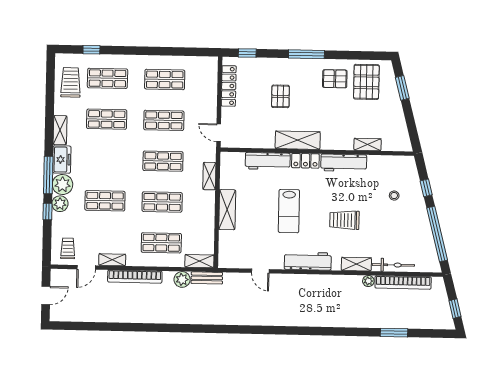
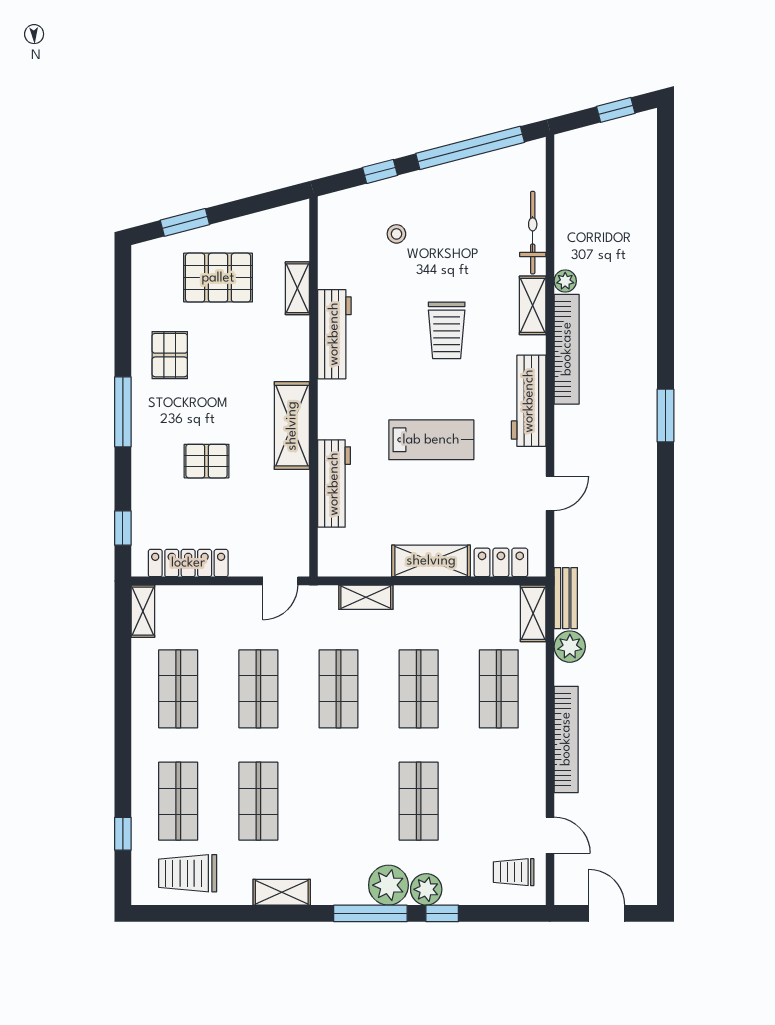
pallet: (366, 82) -> (218, 278), moved
freezer: (62, 160) -> (339, 888), removed
locker: (305, 161) -> (501, 562), moved, turned -90
shelving: (112, 260) -> (143, 611), moved
bookcase: (403, 282) -> (567, 349), moved
window: (394, 333) -> (665, 415), moved

